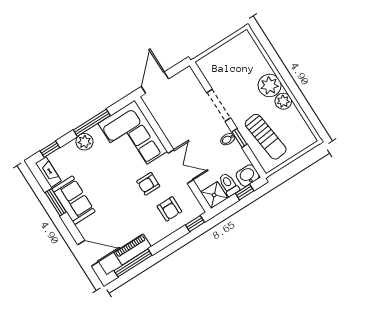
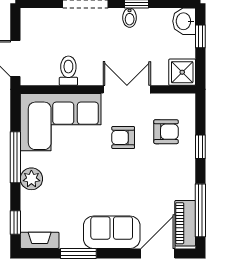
armchair: (148, 184) -> (123, 138), turned 90
toilet: (229, 184) -> (68, 71), moved, turned 90
sofa: (73, 200) -> (112, 232), moved
window: (195, 224) -> (200, 147), moved
piano: (133, 249) -> (185, 223), moved

